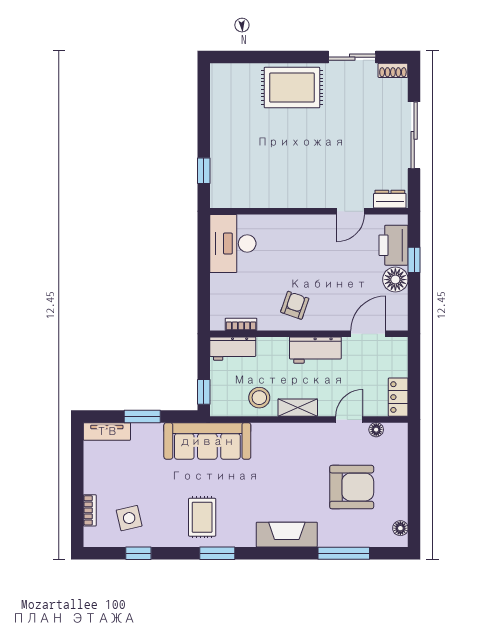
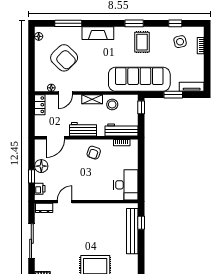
bench: (221, 155) -> (132, 231), added
printer: (394, 245) -> (40, 189), width x0.53, depth x0.68
workbench: (233, 349) -> (122, 130), width x1.38
sofa: (207, 441) -> (139, 79), width x1.36, depth x1.27
armchair: (352, 487) -> (64, 58), turned -135

